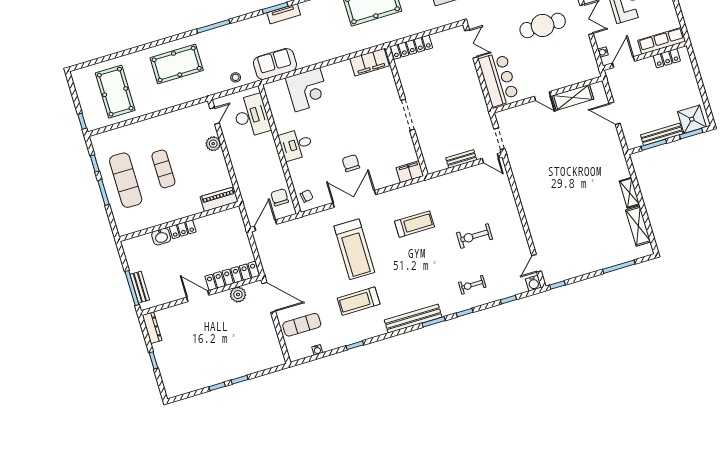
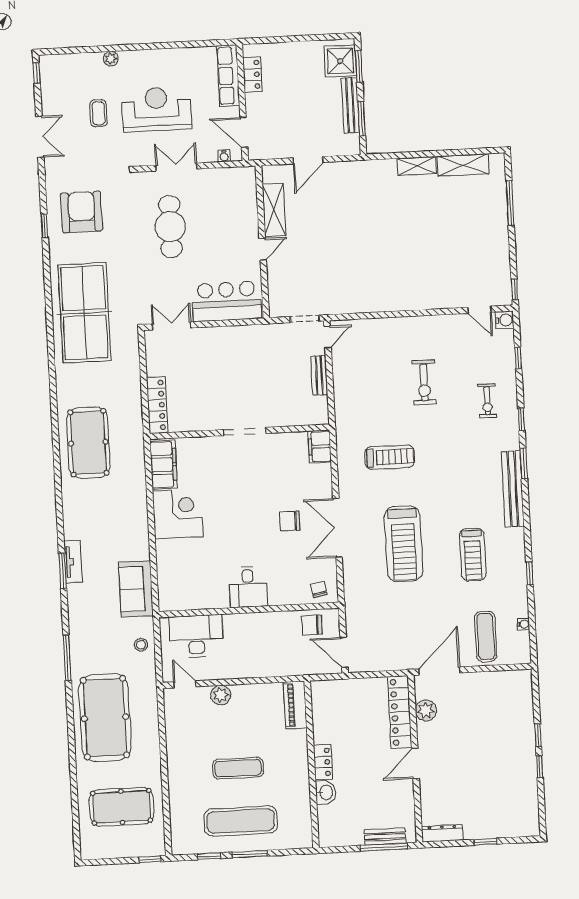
pool table: (177, 64) -> (105, 718), width x1.36, depth x1.32
corner desk: (308, 90) -> (178, 514), moved
treadmill: (414, 224) -> (390, 457), turned 90
treadmill: (354, 249) -> (404, 544), turned 90

